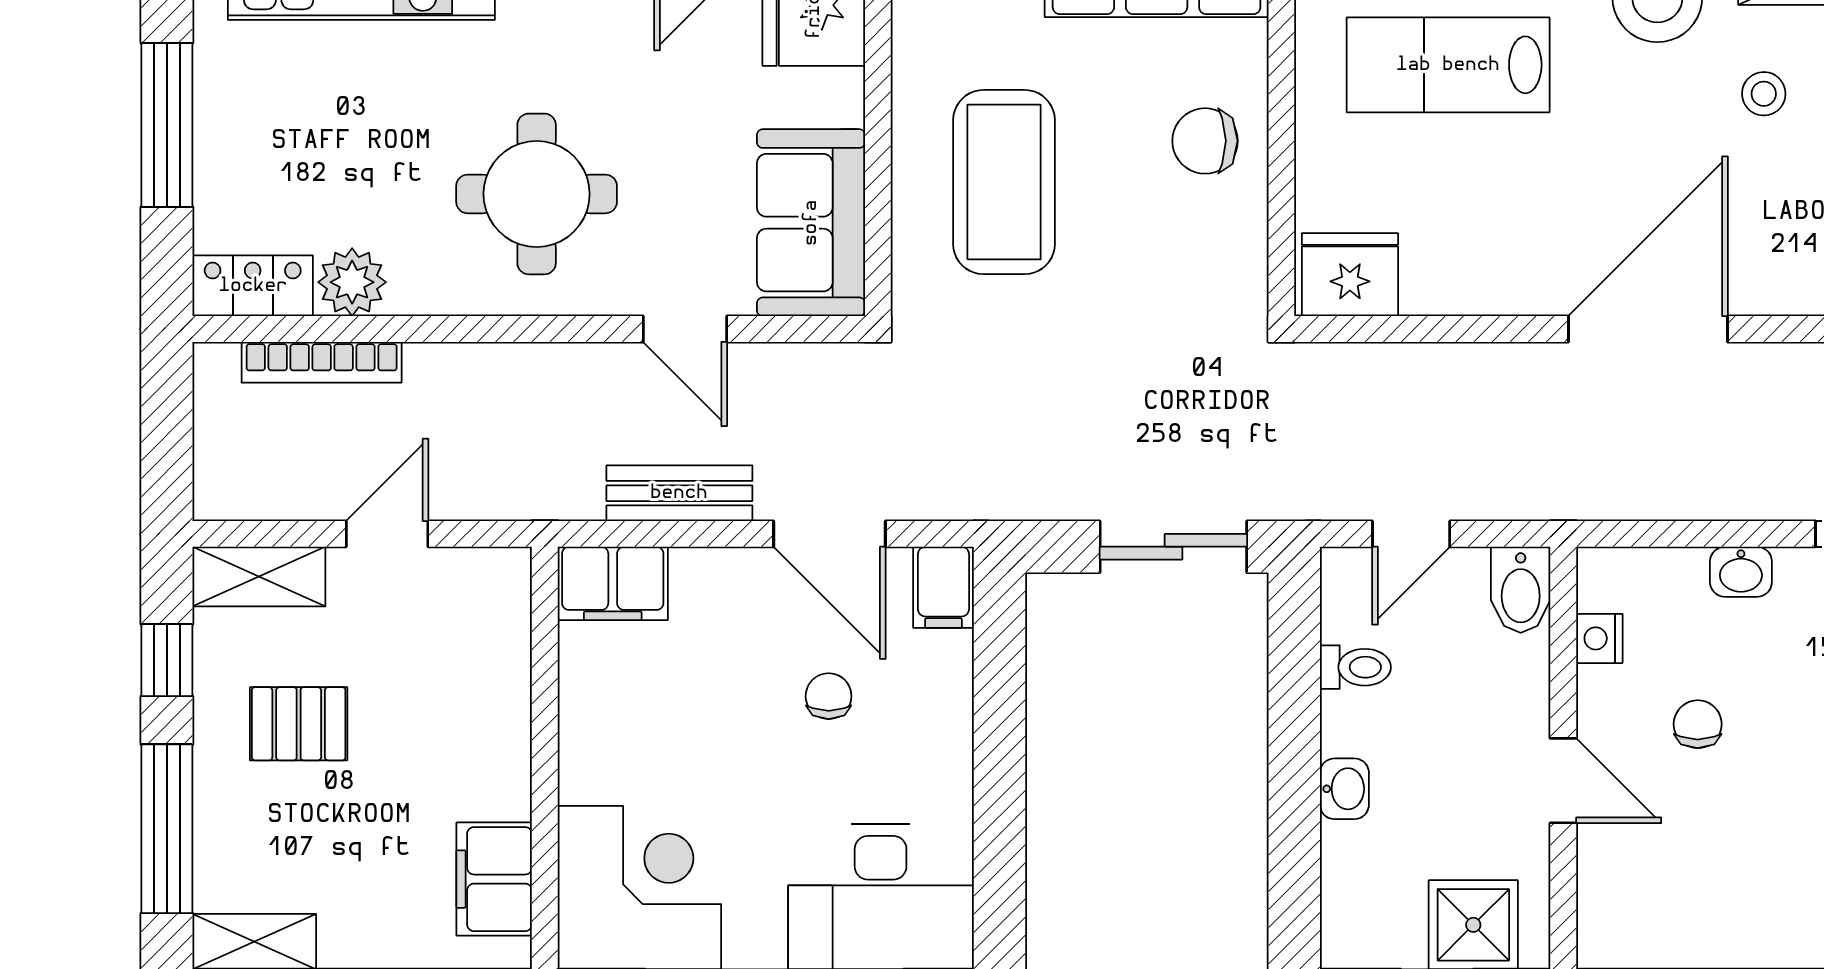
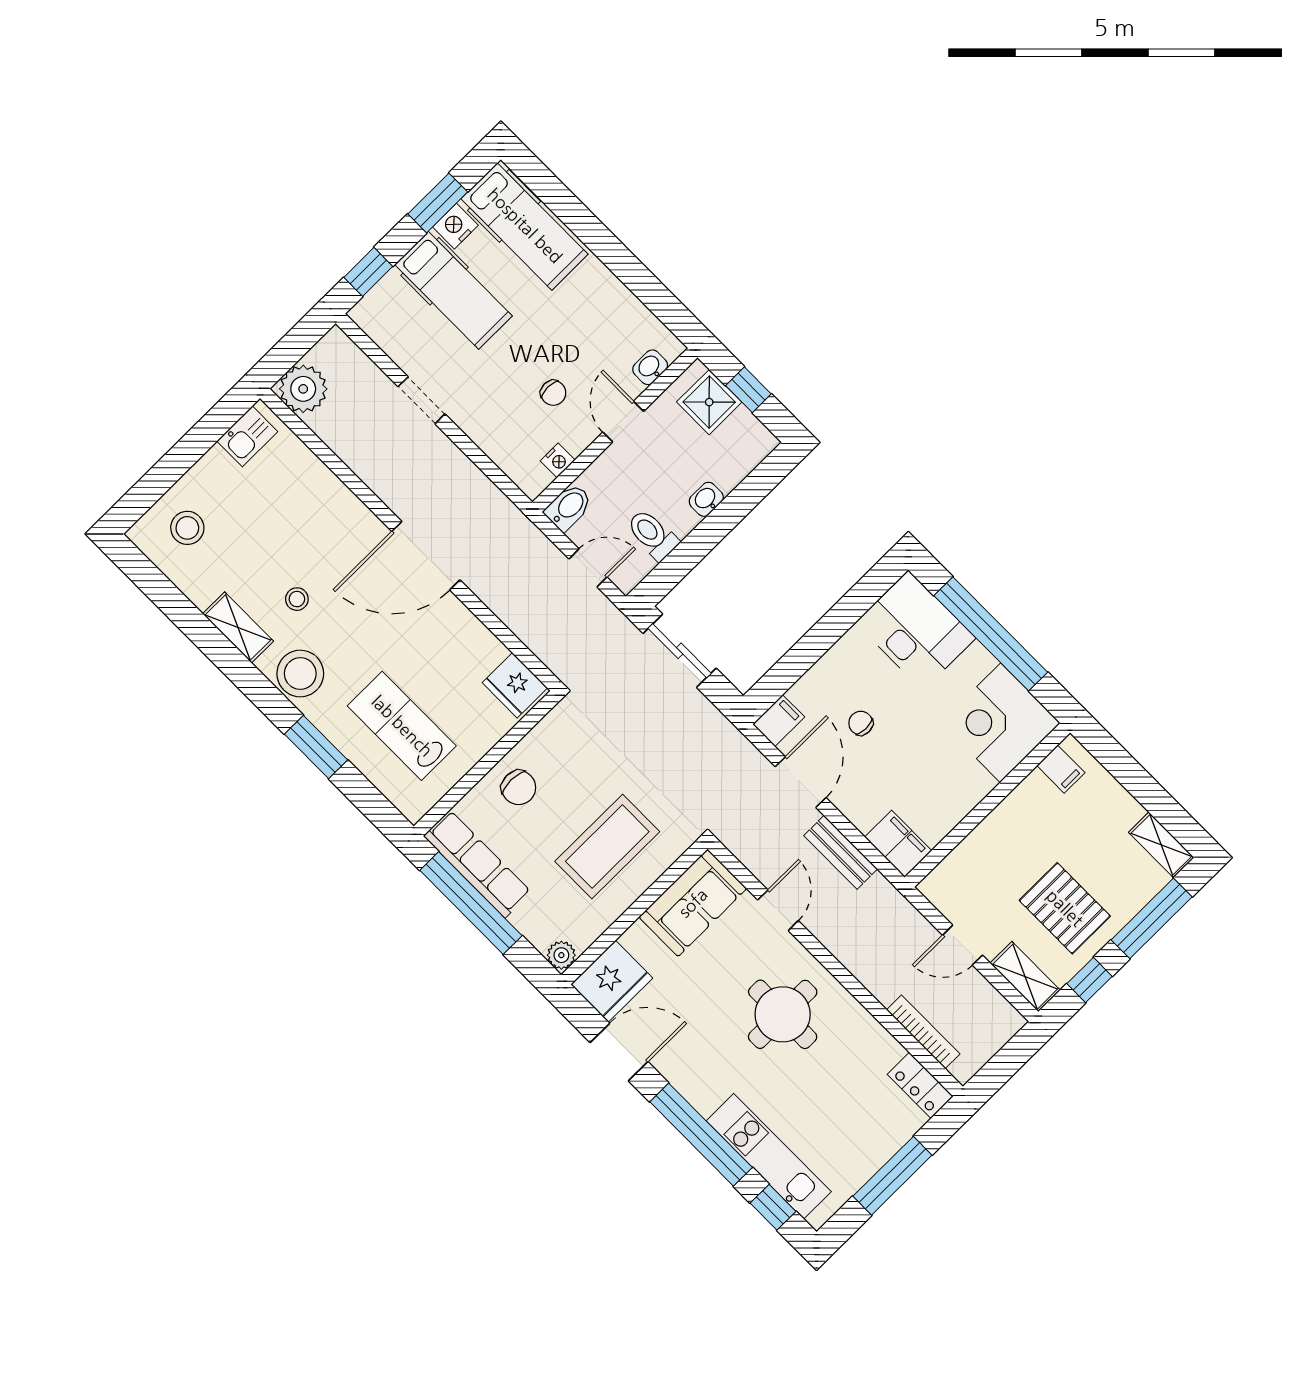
lab bench: (1448, 65) -> (402, 726), turned 180
plant: (352, 282) -> (883, 1050), removed
washbasin: (1741, 572) -> (650, 367), moved, turned -90
toilet: (1355, 667) -> (652, 535), width x1.37, depth x1.39
chair: (829, 696) -> (861, 723), turned 90
pallet: (299, 724) -> (1065, 908), width x1.50, depth x1.42
chair: (1698, 724) -> (553, 393), turned -90
filing cabinet: (494, 879) -> (1061, 769), width x0.50

